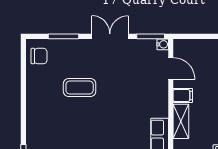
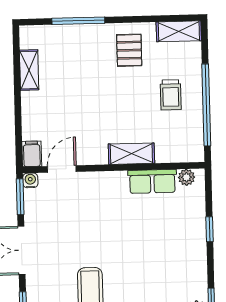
filing cabinet: (183, 95) -> (32, 154), moved

